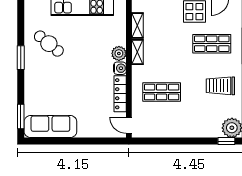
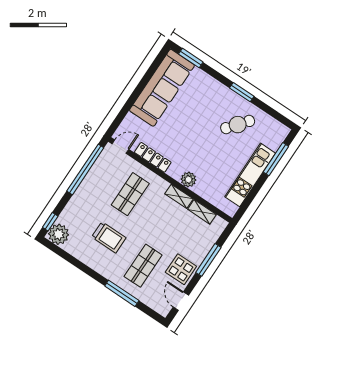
water cooler: (120, 68) -> (175, 172), removed
trolley: (220, 86) -> (109, 237), moved, turned 90
sofa: (50, 127) -> (162, 88), width x1.36, depth x1.27
window: (166, 141) -> (85, 169), added

